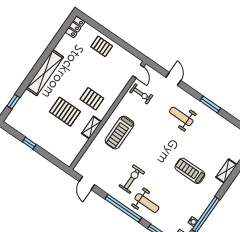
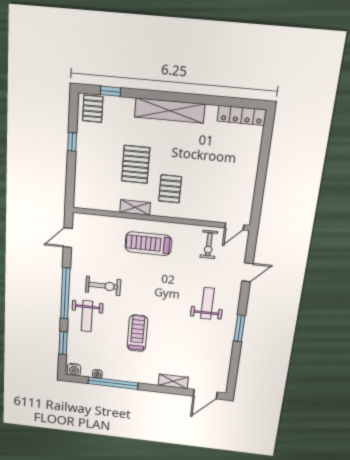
locker: (75, 27) -> (242, 115), width x1.53
pallet: (102, 46) -> (93, 109), moved
treadmill: (190, 171) -> (137, 333), moved

